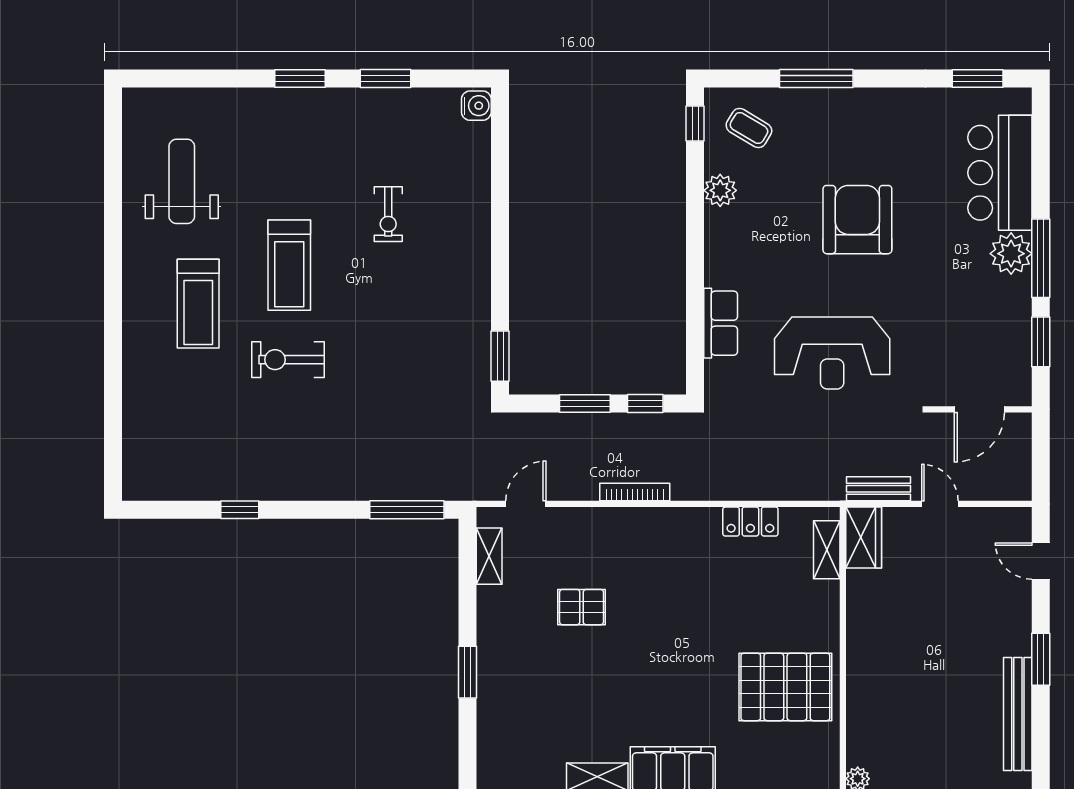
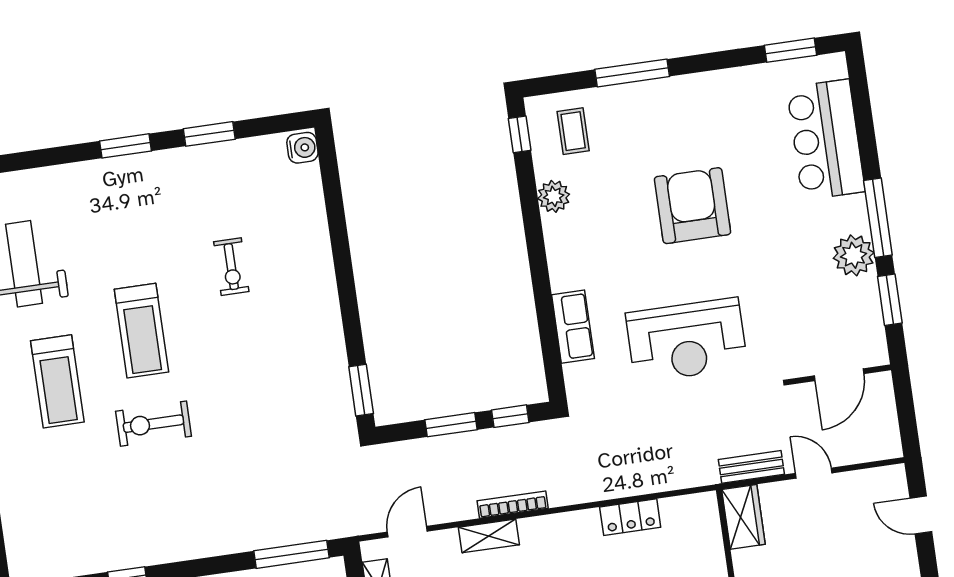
coffee table: (749, 128) -> (573, 131), turned 59
plant: (1011, 254) -> (854, 255), moved
shelving: (827, 550) -> (489, 536), moved, turned 90

